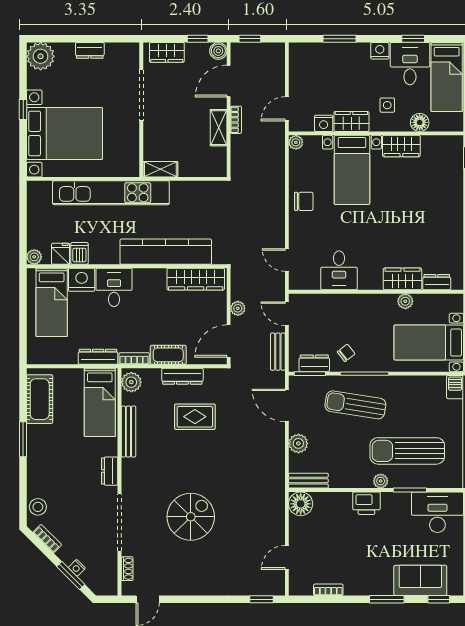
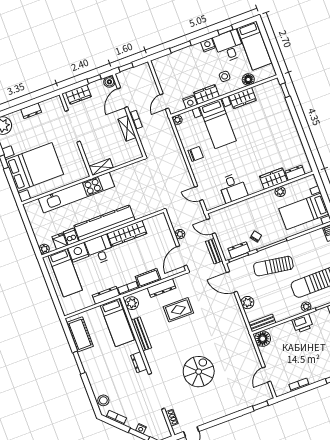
kitchen counter: (166, 252) -> (104, 223), moved
wardrobe: (196, 279) -> (127, 233), moved

